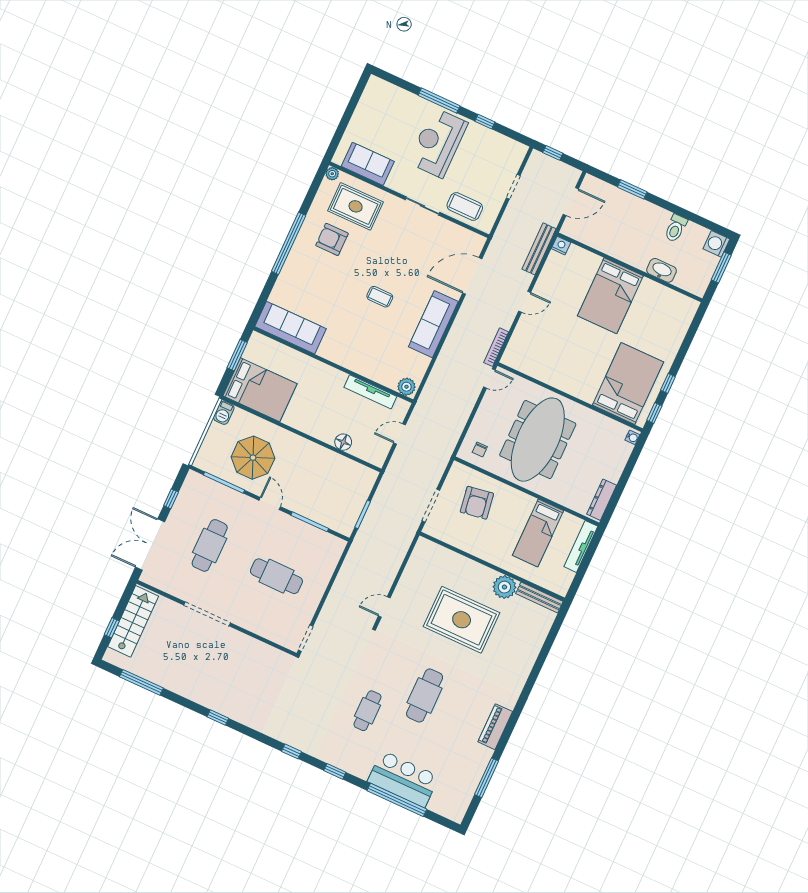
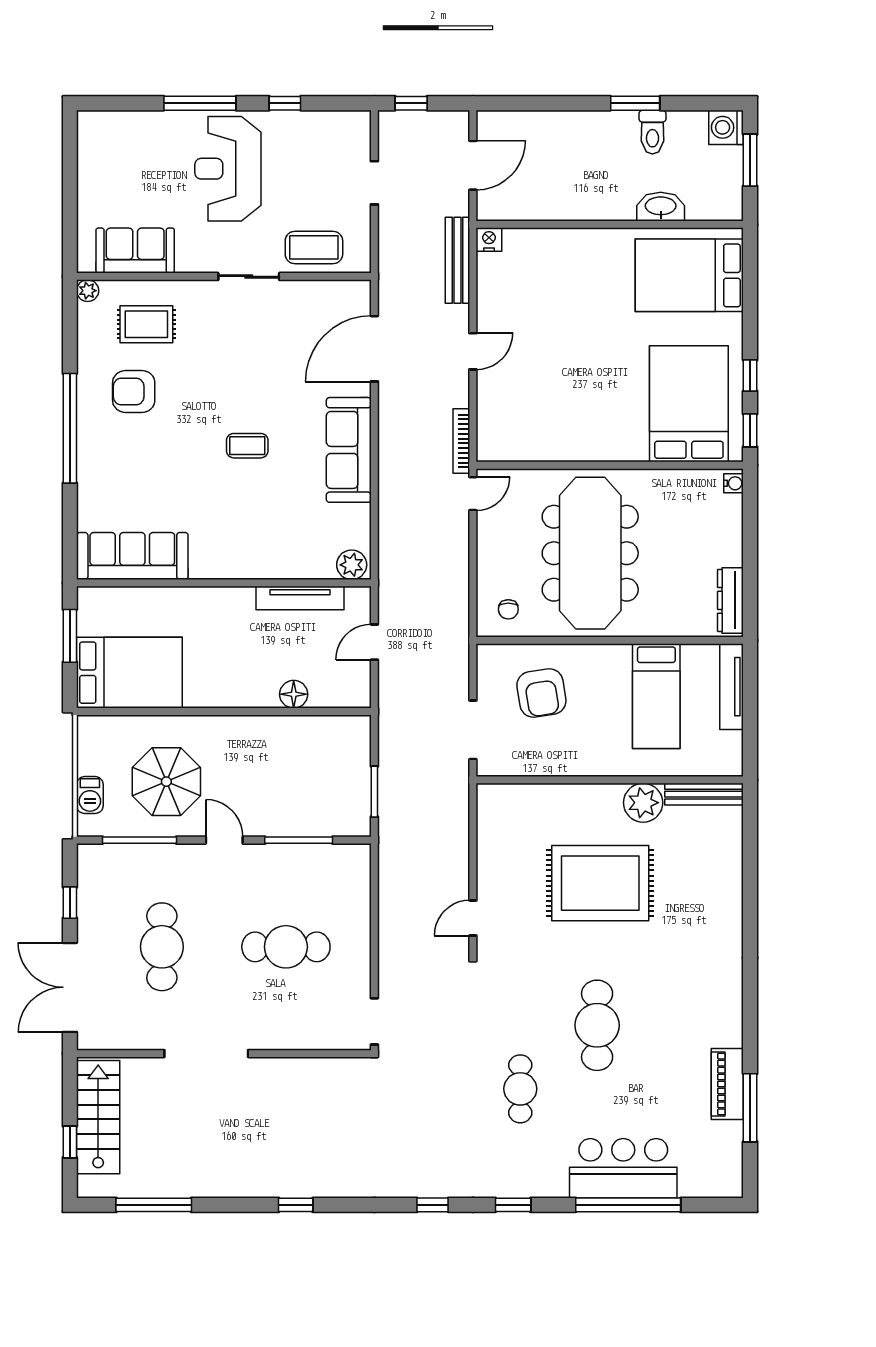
window: (632, 189) -> (635, 103), moved
rug: (356, 206) -> (146, 324), width x0.73, depth x0.70
bed: (610, 296) -> (689, 275), moved, turned 90
barbecue: (224, 413) -> (90, 795), moved
piano: (495, 727) -> (727, 1084), moved

